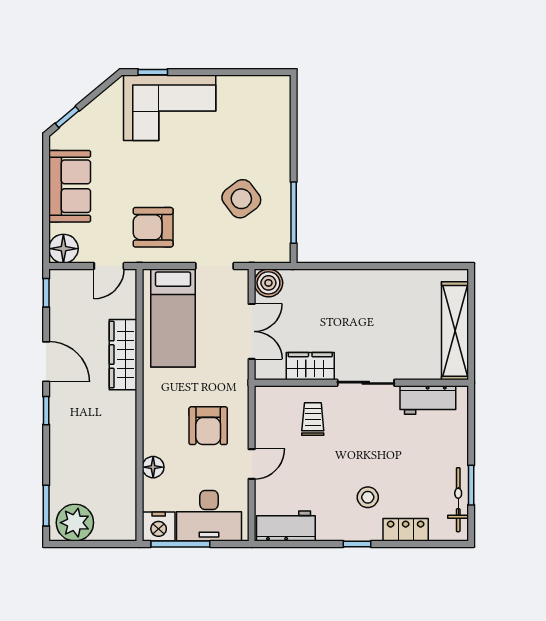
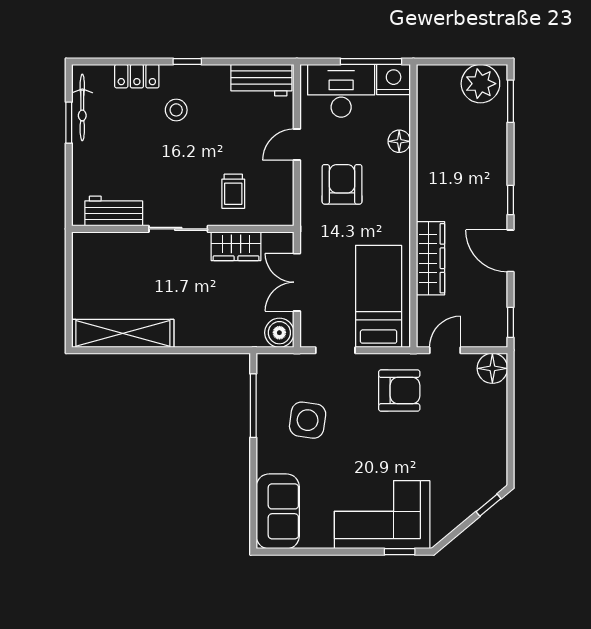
sofa: (70, 186) -> (278, 511), moved, turned 180
side table: (241, 199) -> (308, 420), turned 45
shelving: (455, 331) -> (123, 333), moved, turned 90

